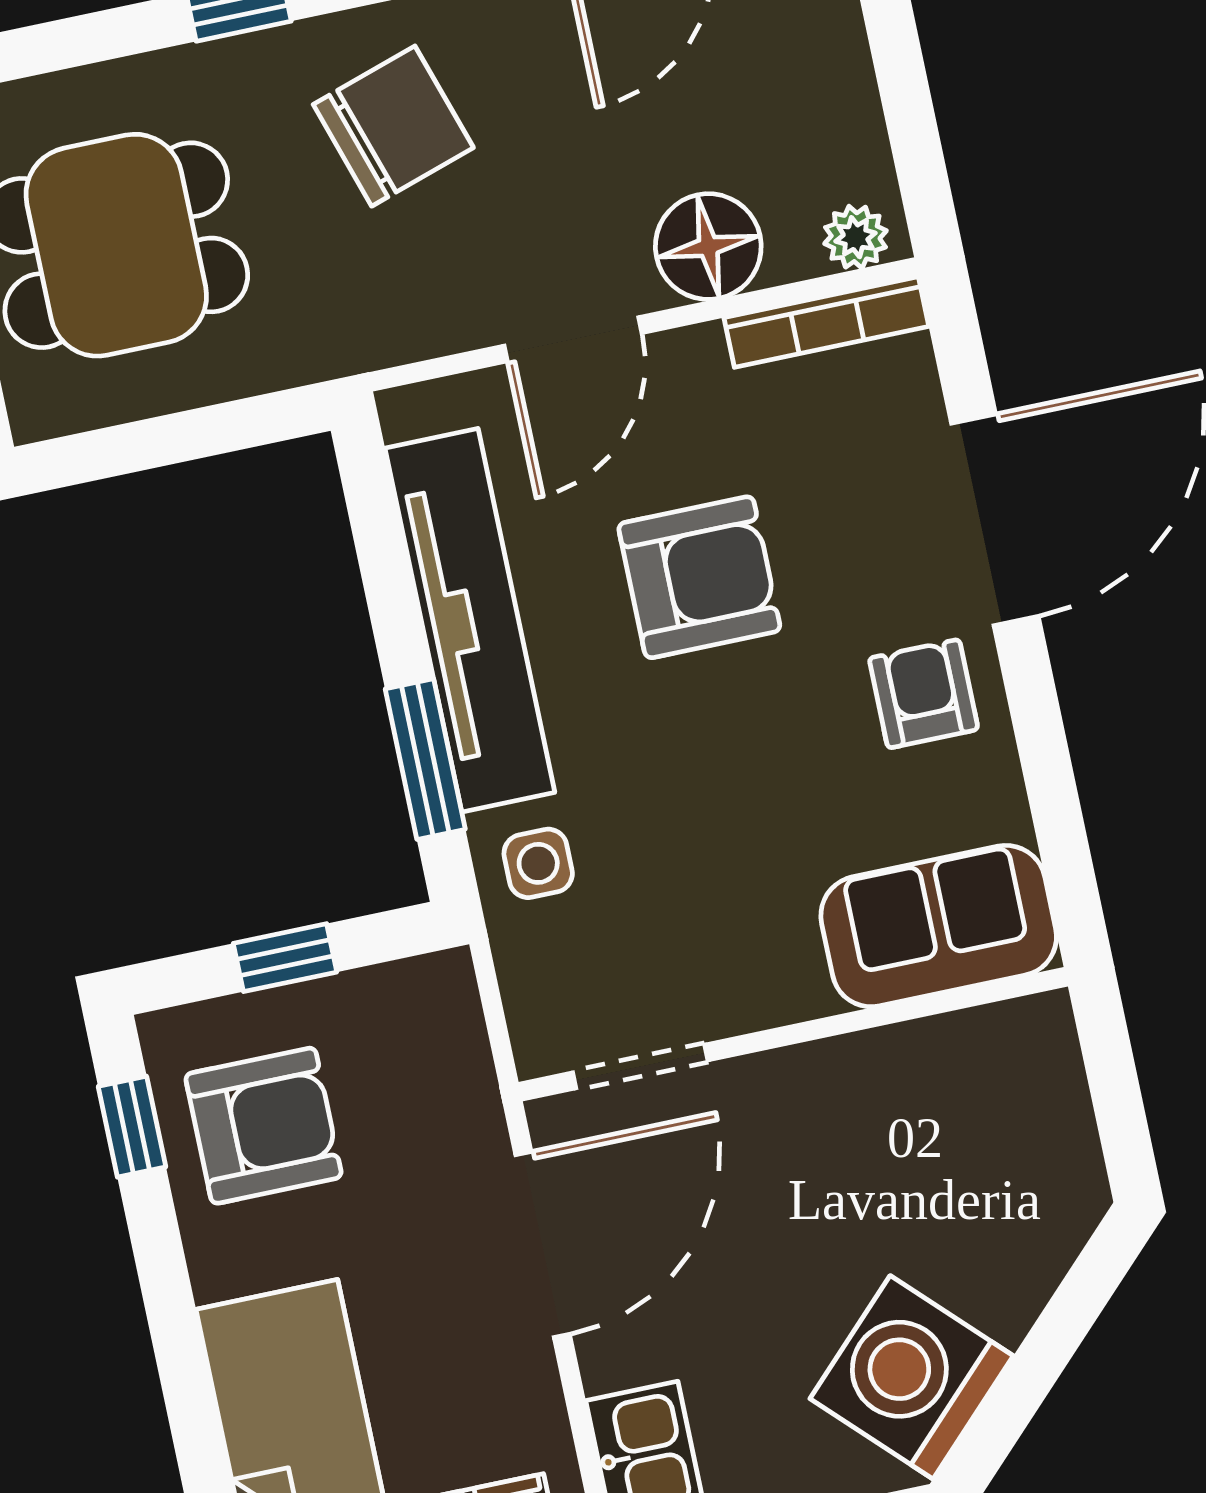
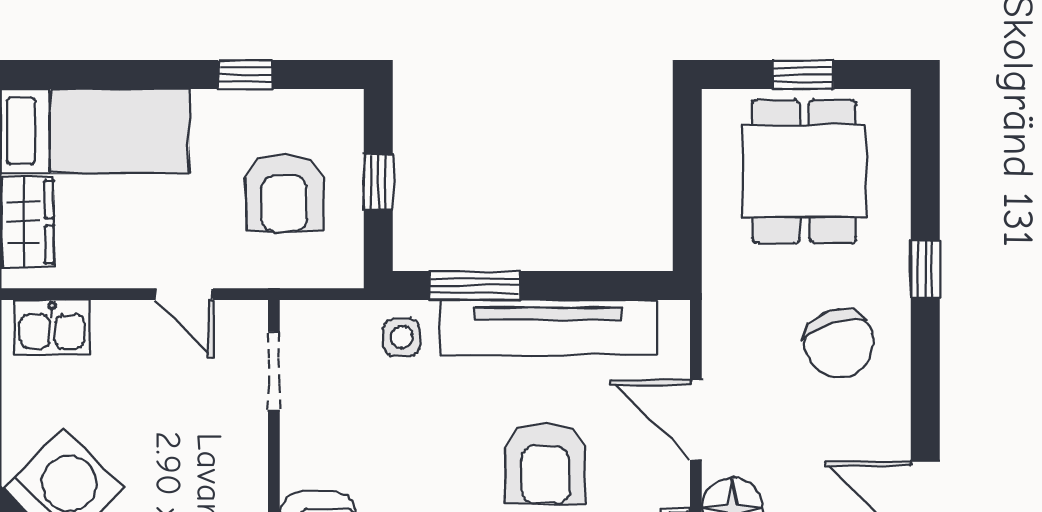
armchair: (264, 1126) -> (284, 193), moved
window: (132, 1127) -> (245, 74), moved
door: (543, 1244) -> (184, 294), width x0.53

